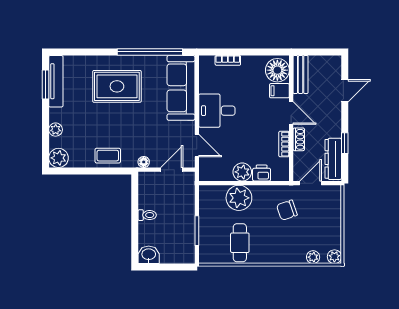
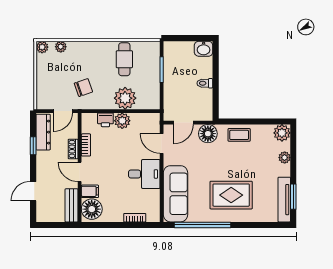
floor lamp: (144, 162) -> (208, 134), width x1.89, depth x1.89

